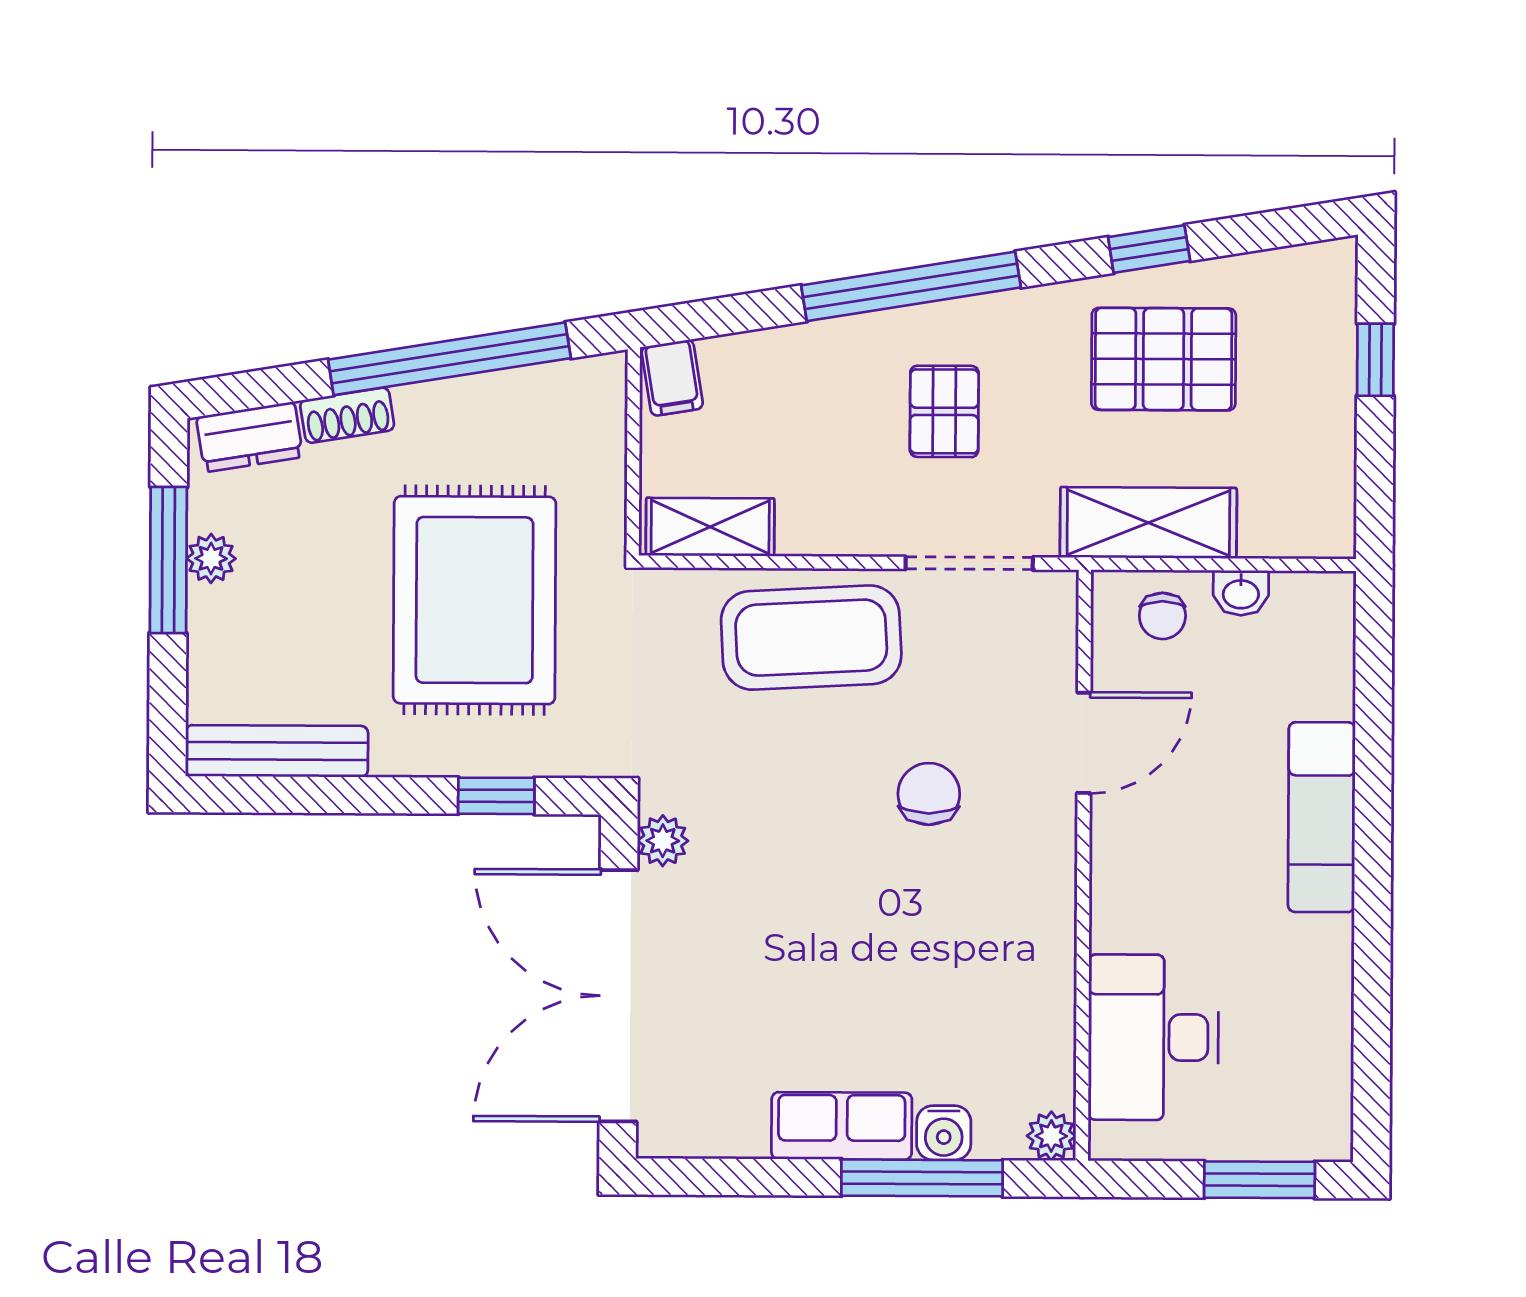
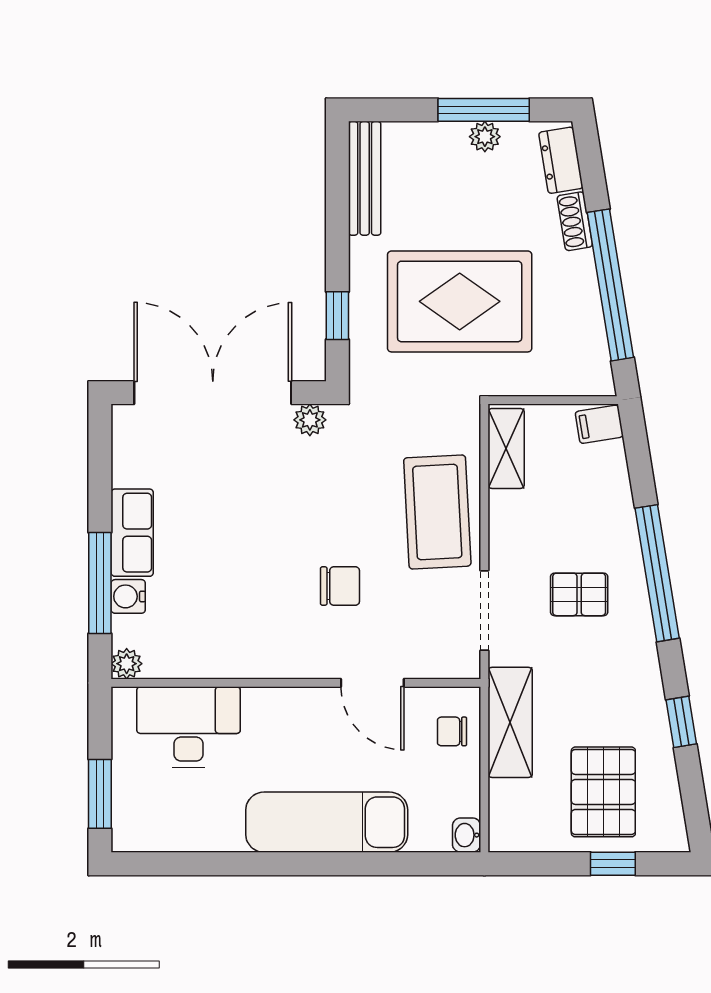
pallet: (1164, 359) -> (603, 792), moved
washbasin: (1241, 593) -> (467, 835), moved
exam couch: (1322, 817) -> (327, 822), width x1.36, depth x1.45

